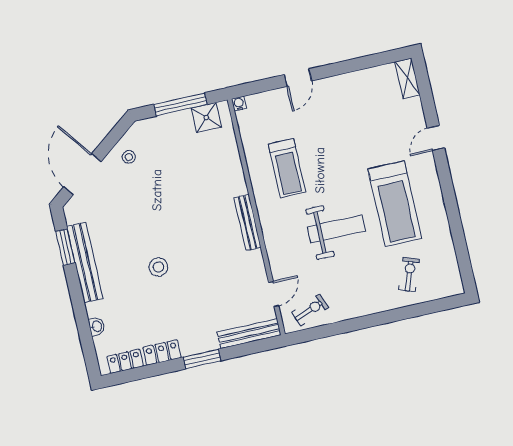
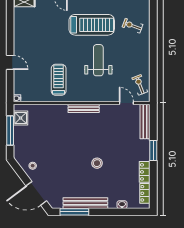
treadmill: (287, 168) -> (59, 80), turned -90
window: (65, 247) -> (74, 212), width x1.44

